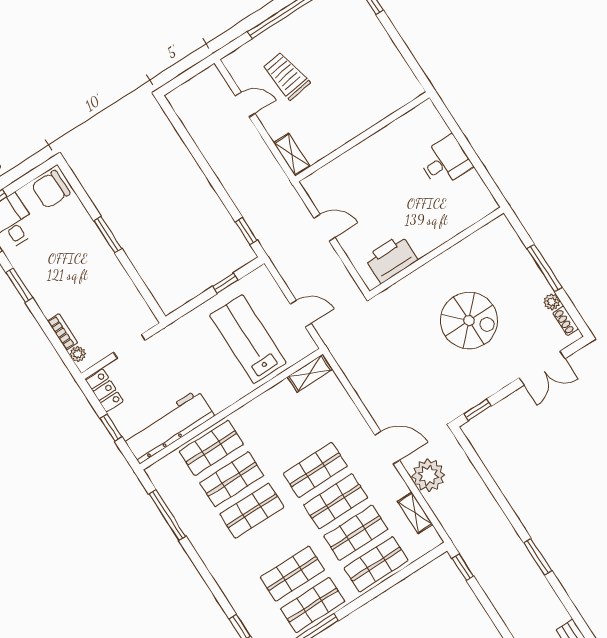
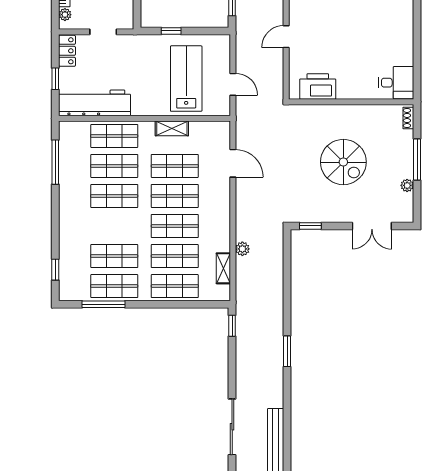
desk: (445, 161) -> (396, 83), moved
door: (324, 228) -> (286, 37), swing flipped
window: (225, 283) -> (171, 31), moved
shoe rack: (566, 321) -> (408, 118), moved
shelving: (310, 373) -> (172, 128), moved
shop shelf: (295, 438) -> (175, 166), added
door: (387, 448) -> (233, 163), moved
plant: (428, 475) -> (242, 249), width x0.53, depth x0.53

